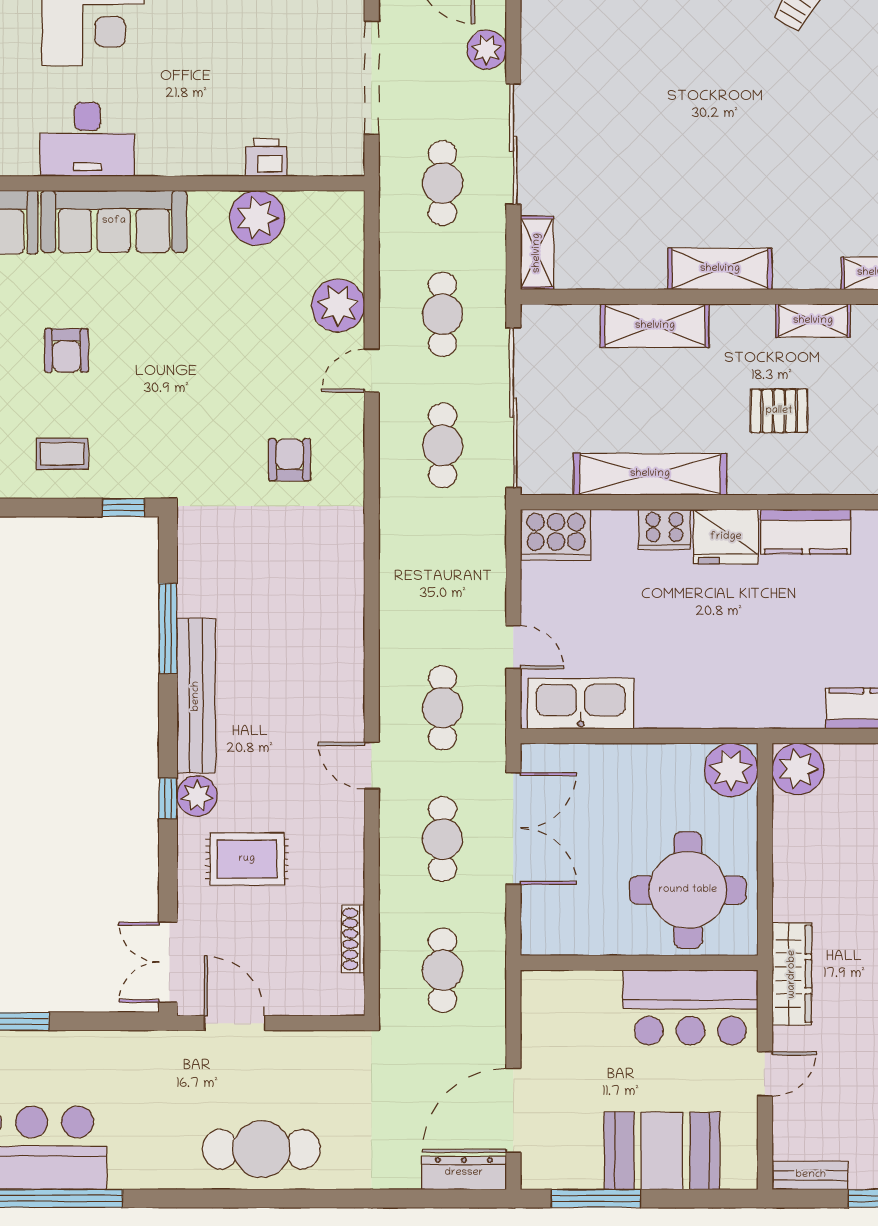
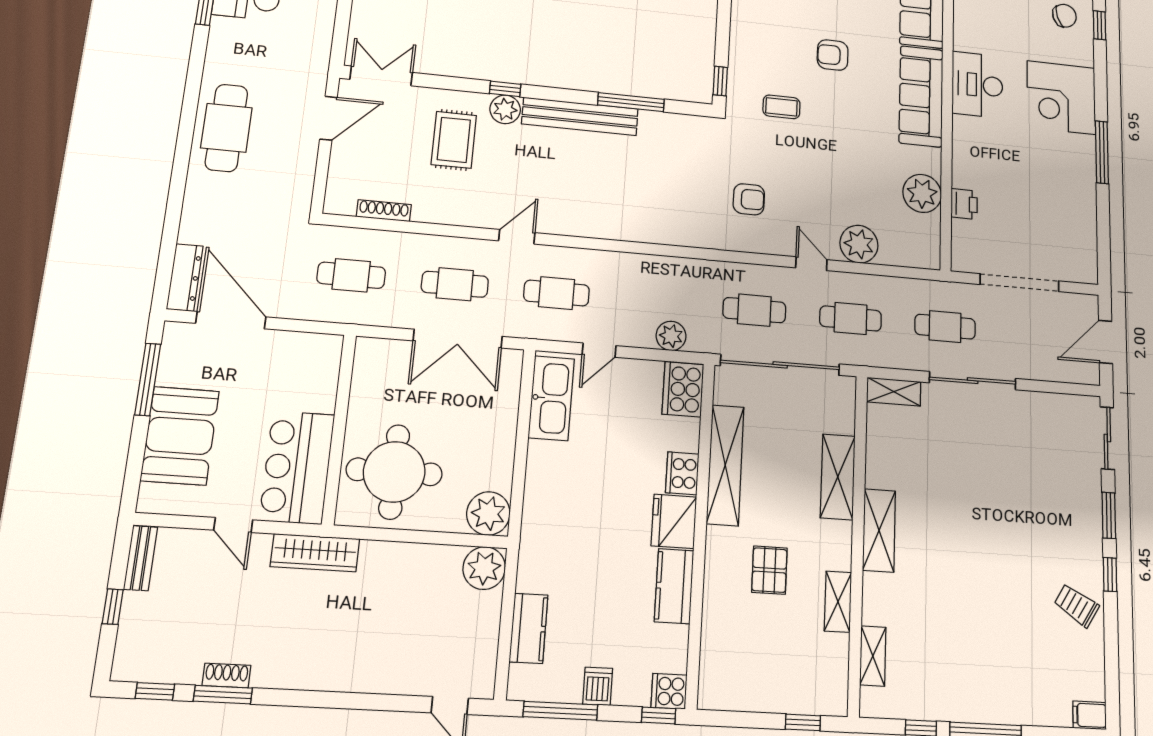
plant: (487, 49) -> (671, 336), moved
coffee table: (62, 454) -> (781, 107), moved, turned 90

